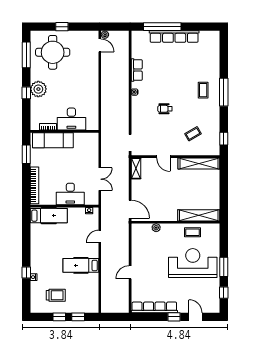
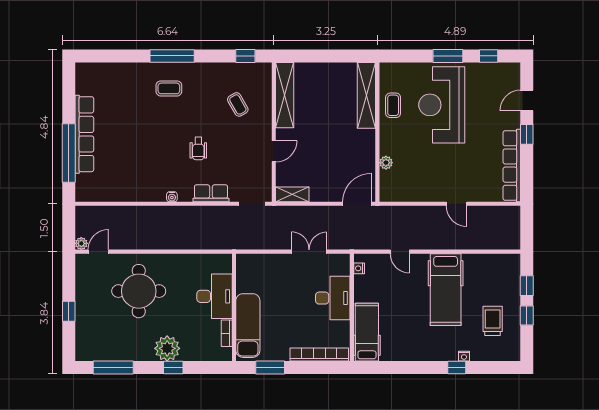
round table: (53, 52) -> (139, 291), moved
row of seats: (137, 70) -> (211, 193), moved
hospital bed: (81, 265) -> (446, 290), width x1.37, depth x1.29

